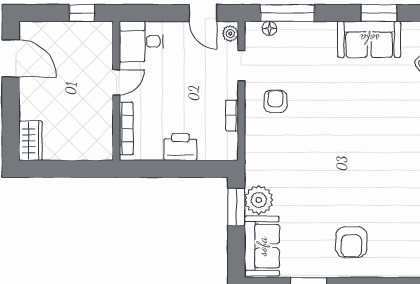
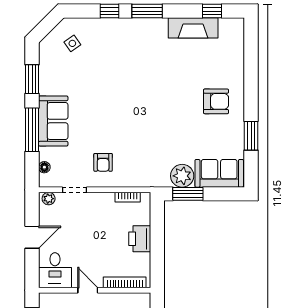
door: (203, 13) -> (32, 237), moved
window: (287, 13) -> (32, 130), moved
sofa: (369, 39) -> (53, 121), moved
armchair: (275, 101) -> (103, 162), turned -90
bookcase: (232, 116) -> (128, 197), moved

